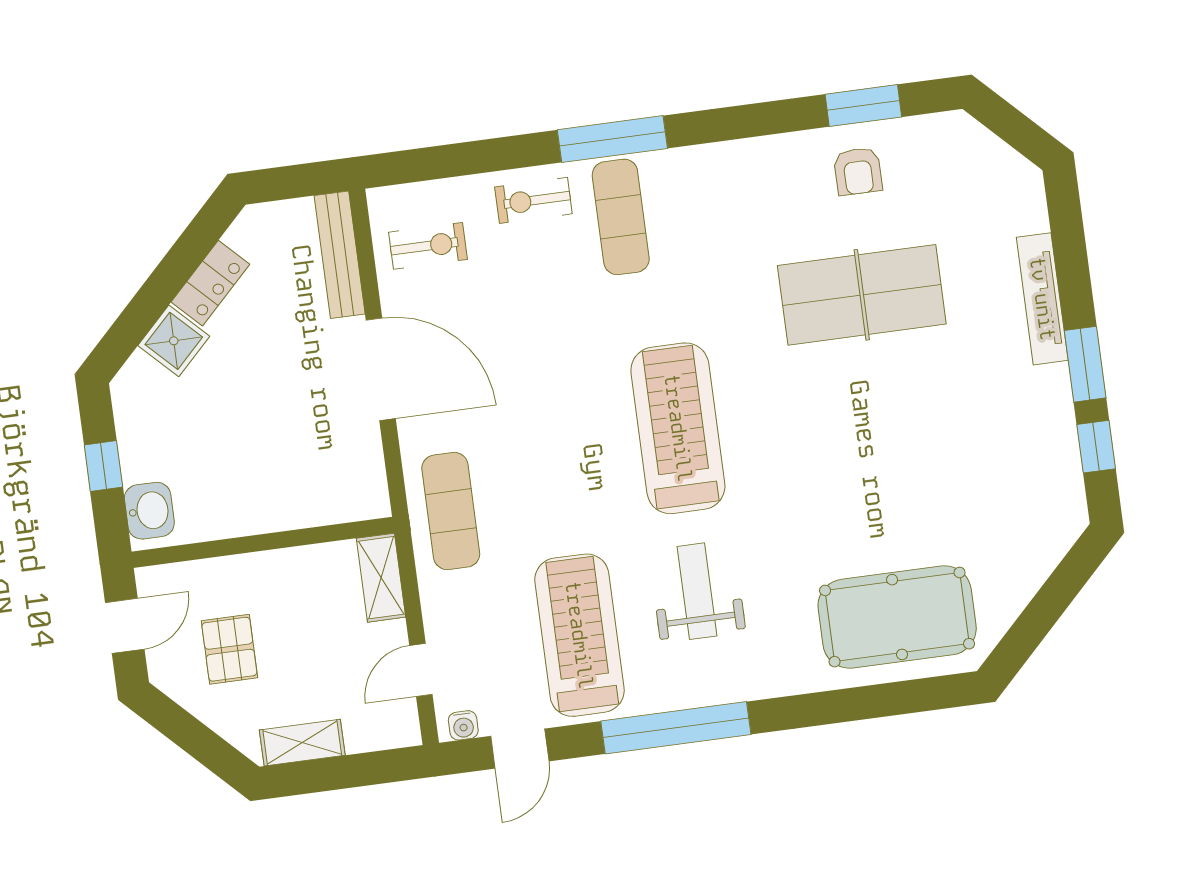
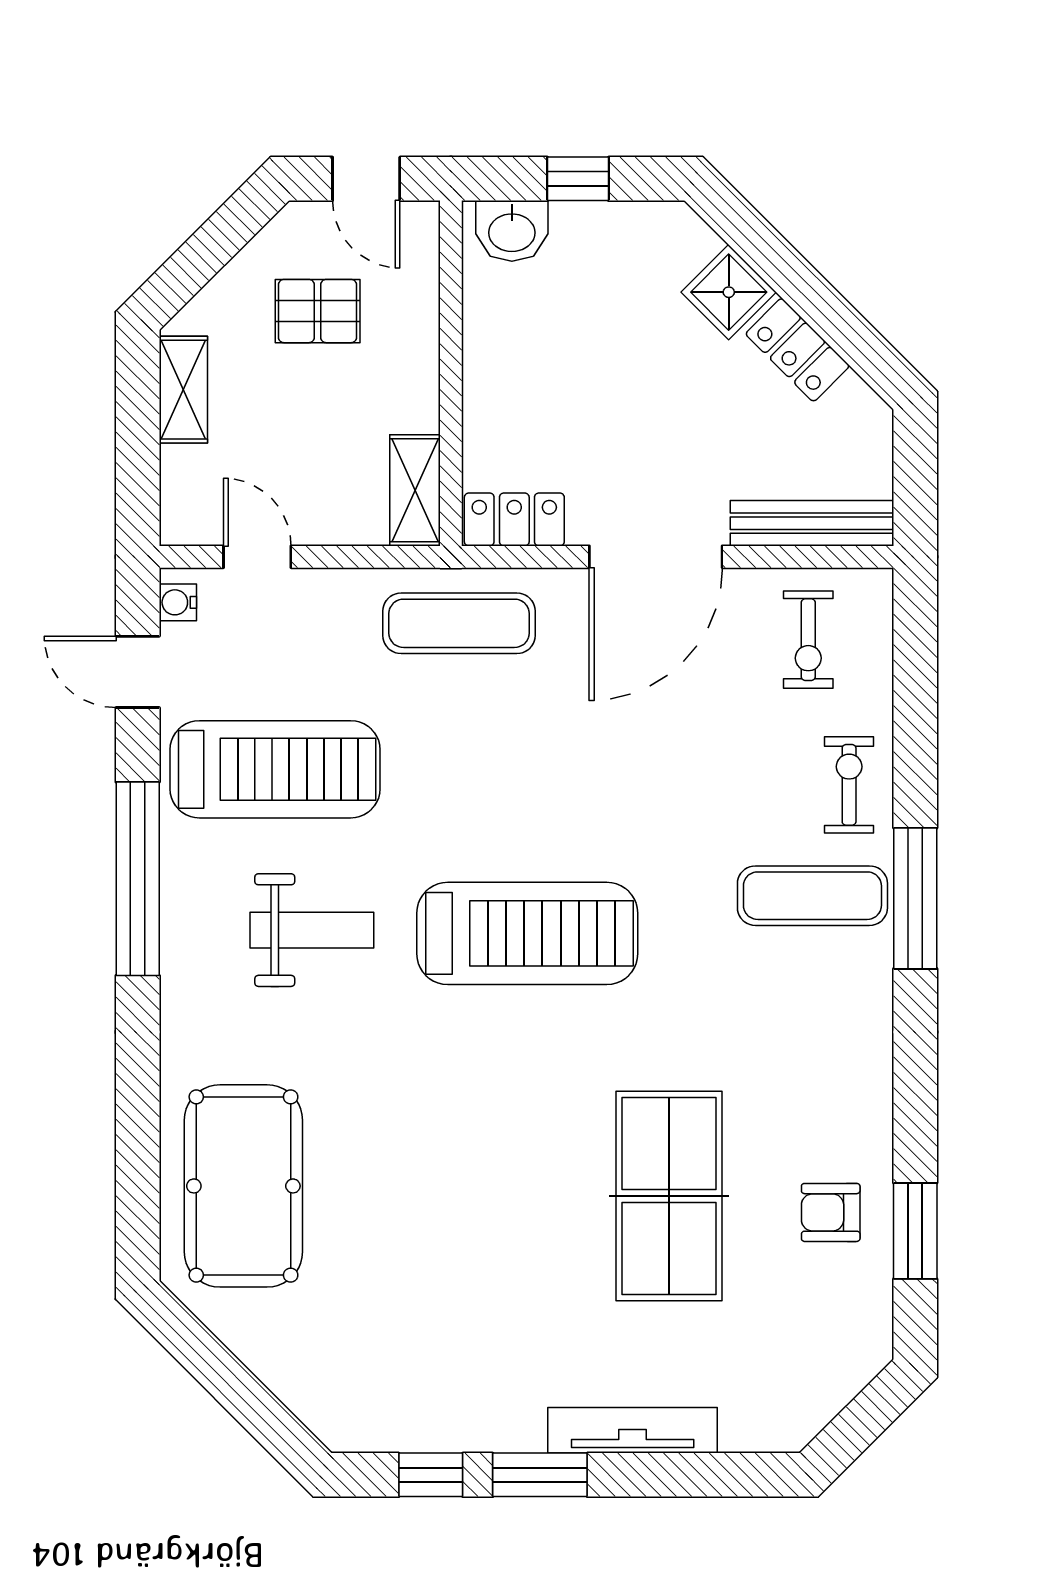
locker: (367, 480) -> (514, 519), added
shelving: (381, 578) -> (415, 490), moved, turned 90

